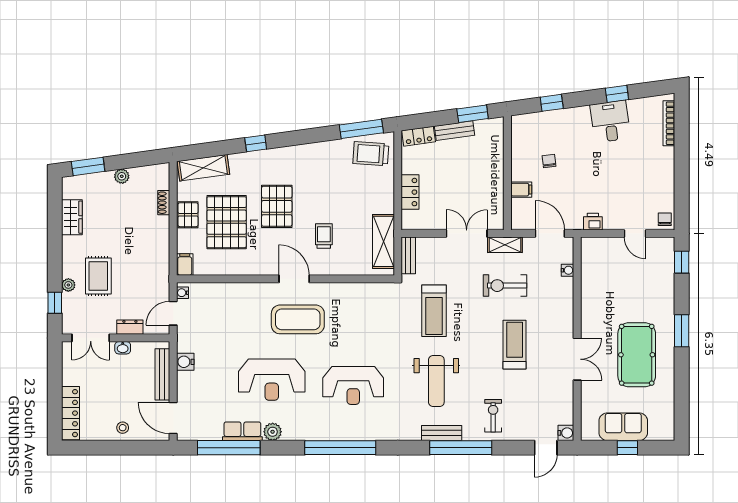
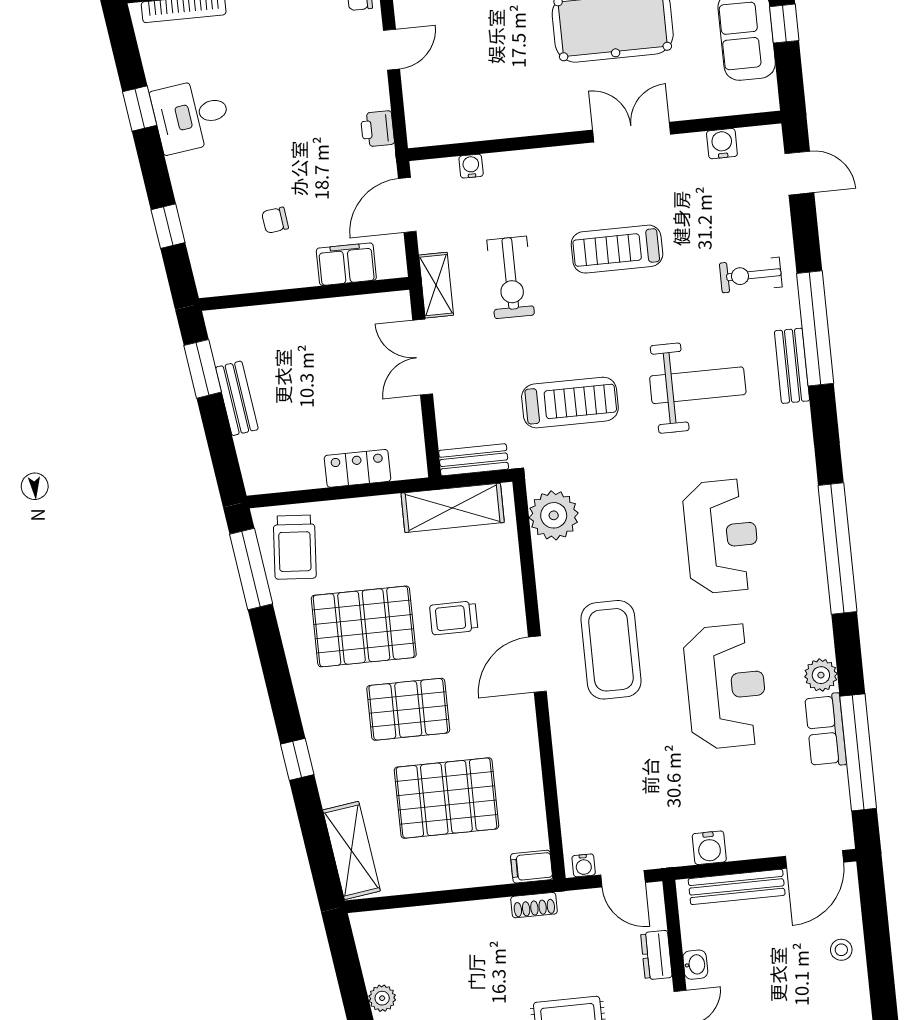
locker: (418, 136) -> (254, 463), removed
filing cabinet: (521, 190) -> (346, 264), width x2.00
shoe rack: (164, 203) -> (534, 905), moved
pallet: (188, 215) -> (364, 626), moved, width x2.05, depth x2.00
plant: (374, 296) -> (554, 515), added
water cooler: (566, 433) -> (722, 144), moved

